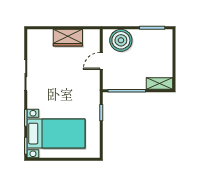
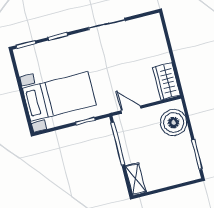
wardrobe: (68, 38) -> (166, 81), moved
door: (101, 61) -> (131, 110), moved
bed with nightstands: (56, 134) -> (59, 96), moved, turned -90

